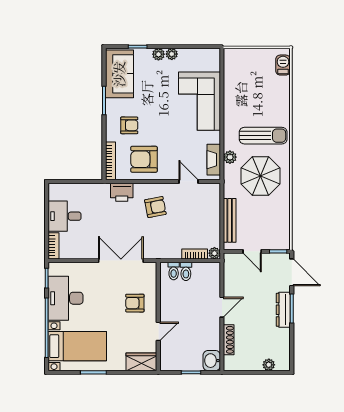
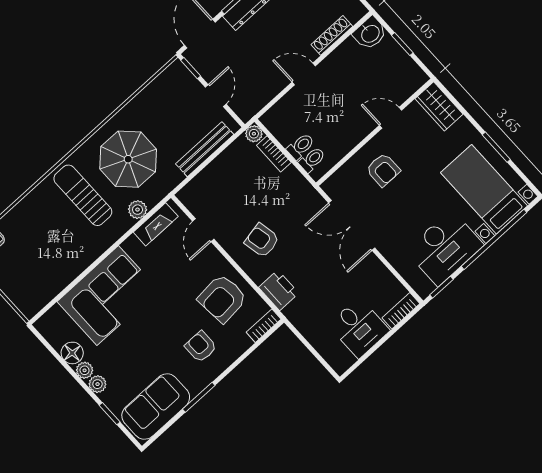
floor lamp: (187, 56) -> (72, 353), added
armchair: (144, 159) -> (222, 298), turned 85
bookcase: (110, 161) -> (264, 326), width x0.64

